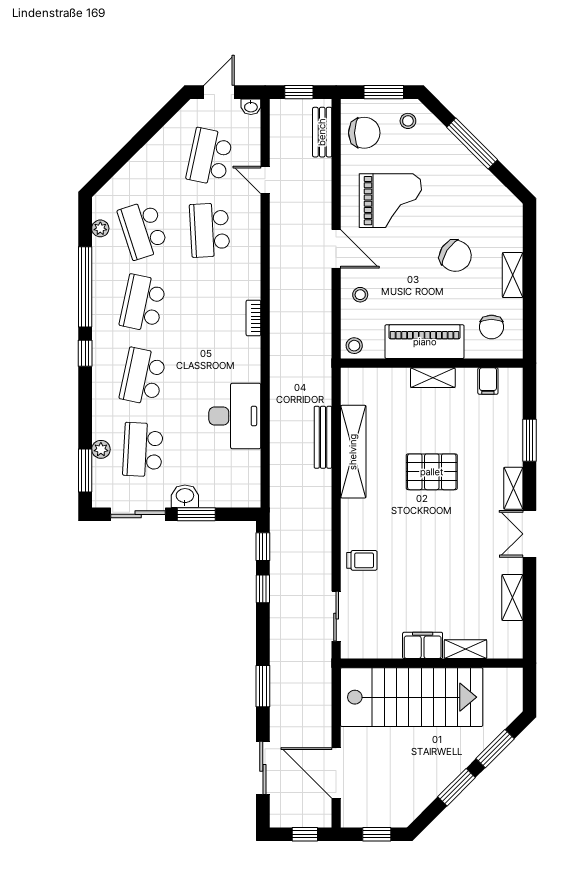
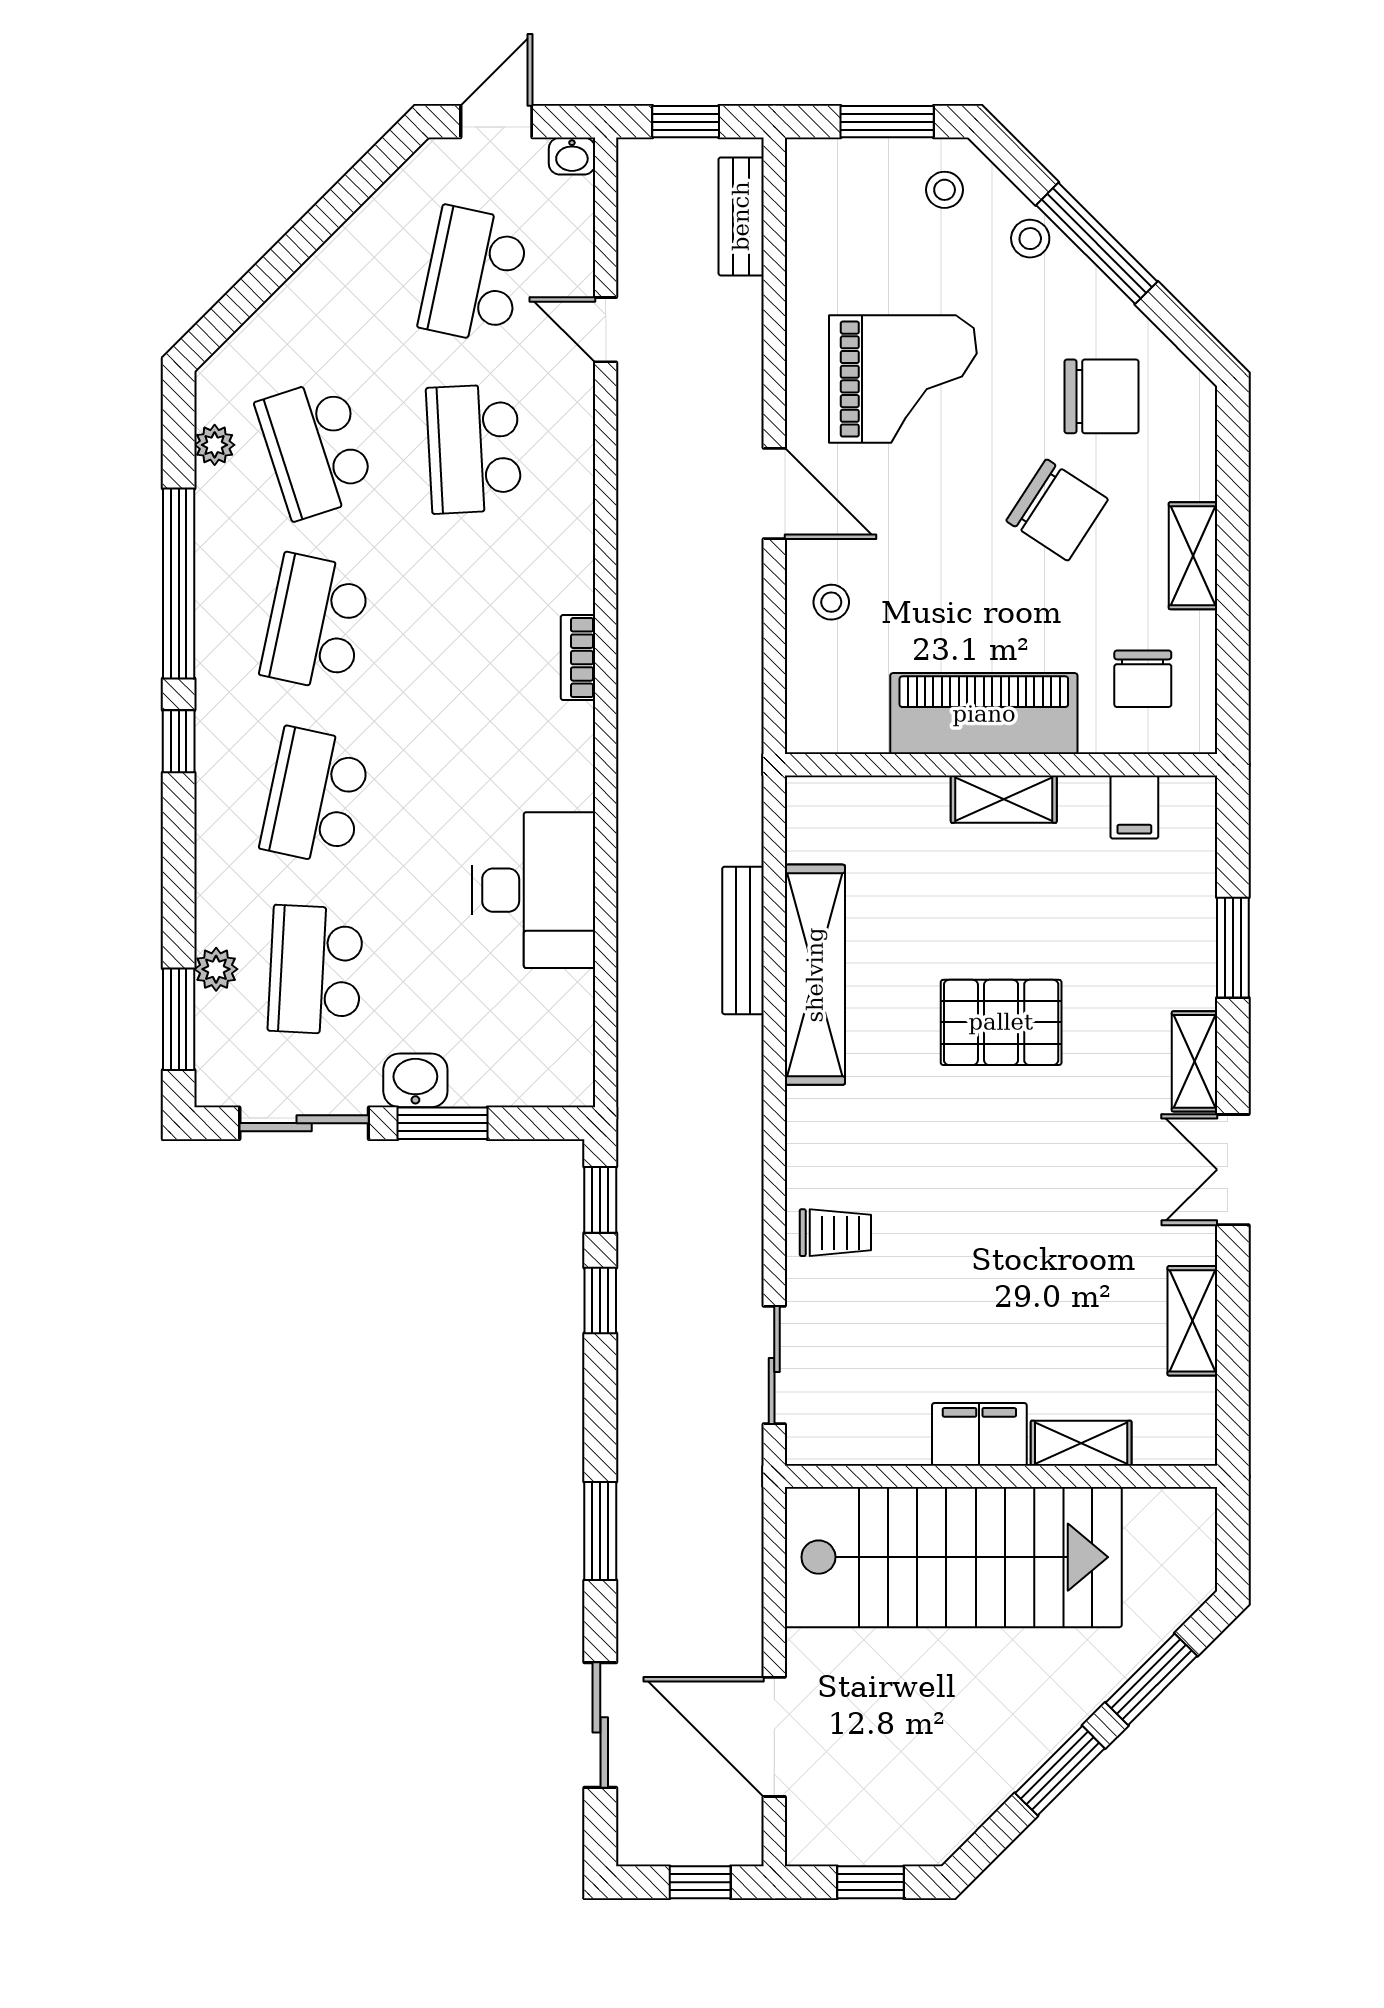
chair: (364, 133) -> (1102, 396), moved
stool: (354, 346) -> (1030, 239), moved

